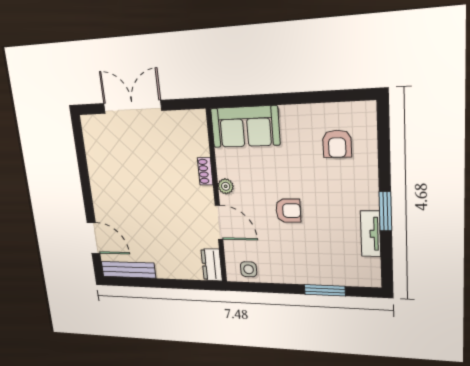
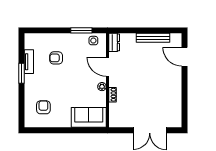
armchair: (288, 211) -> (56, 58), moved
bench: (128, 270) -> (153, 38), moved
window: (325, 290) -> (81, 30), moved

